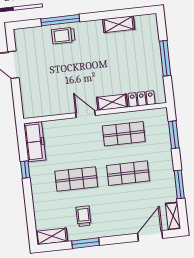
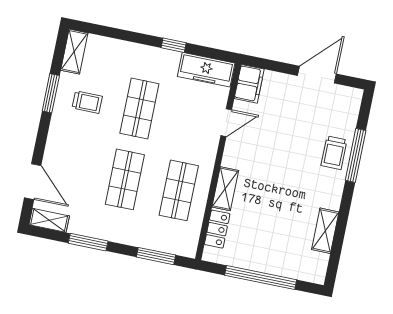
trolley: (63, 36) -> (334, 153), turned 180
window: (165, 58) -> (261, 278), width x1.46
filing cabinet: (35, 109) -> (249, 84), added
door: (86, 114) -> (226, 123), moved

